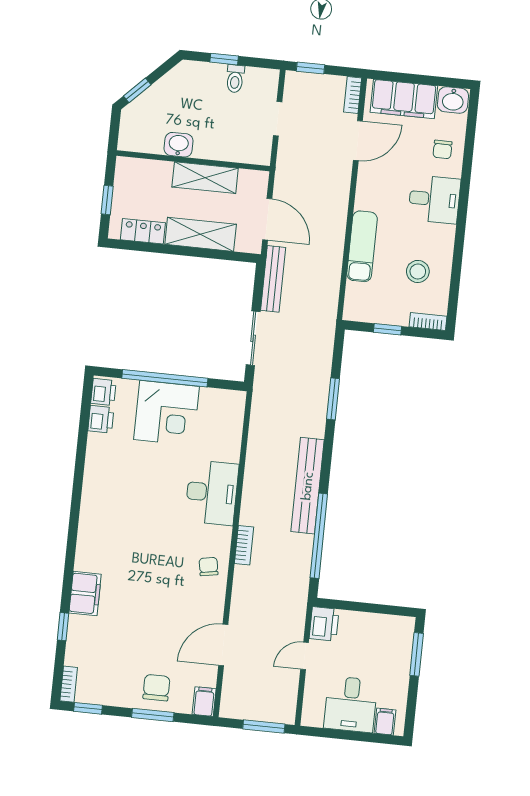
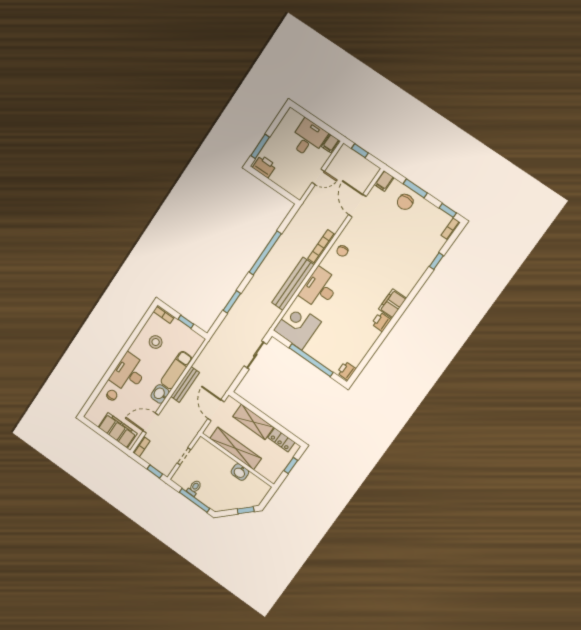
window: (224, 59) -> (194, 500), width x2.17
washbasin: (453, 100) -> (160, 394), moved, turned -90
shelving: (205, 178) -> (236, 448), width x1.47
desk: (434, 199) -> (129, 373), width x1.37
bench: (273, 279) -> (185, 384), moved
corner desk: (167, 413) -> (297, 326), moved
printer: (101, 419) -> (381, 322), moved
bench: (308, 486) -> (293, 284), moved
window: (319, 536) -> (265, 253), moved
bookcase: (244, 545) -> (322, 247), width x1.56
filing cabinet: (85, 594) -> (392, 304), moved
printer: (324, 624) -> (264, 166), moved, turned 90
door: (223, 645) -> (357, 206), swing flipped
filing cabinet: (385, 722) -> (330, 143), moved
window: (264, 726) -> (360, 151), width x0.67

